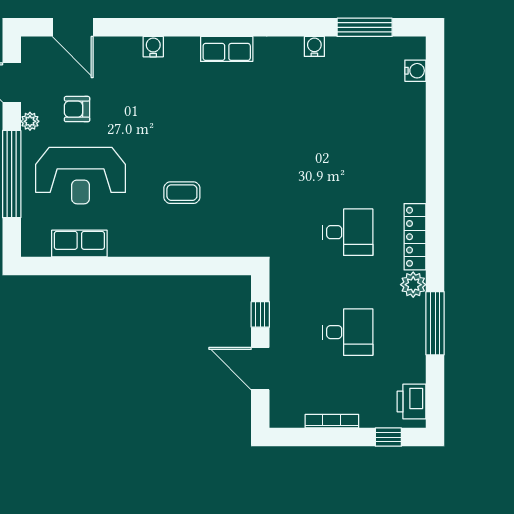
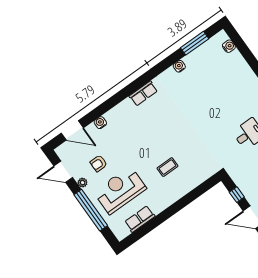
water cooler: (153, 47) -> (100, 123), moved
reception desk: (81, 176) -> (120, 190), turned 180

